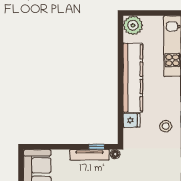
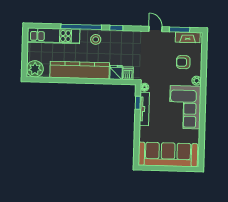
stool: (166, 126) -> (96, 39), moved
dishwasher: (131, 134) -> (128, 73), added

